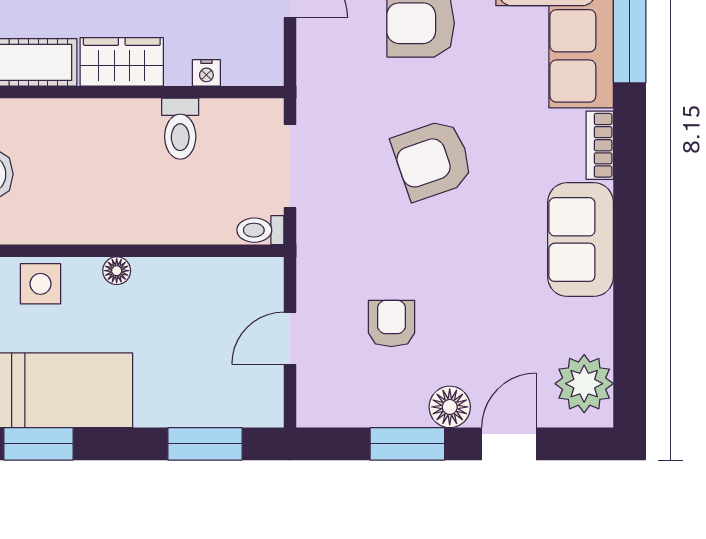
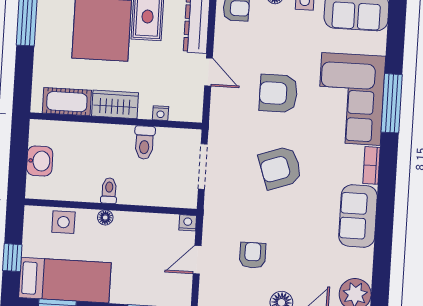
toilet: (260, 230) -> (109, 191), moved, turned 90
nightstand: (269, 271) -> (188, 223), added

